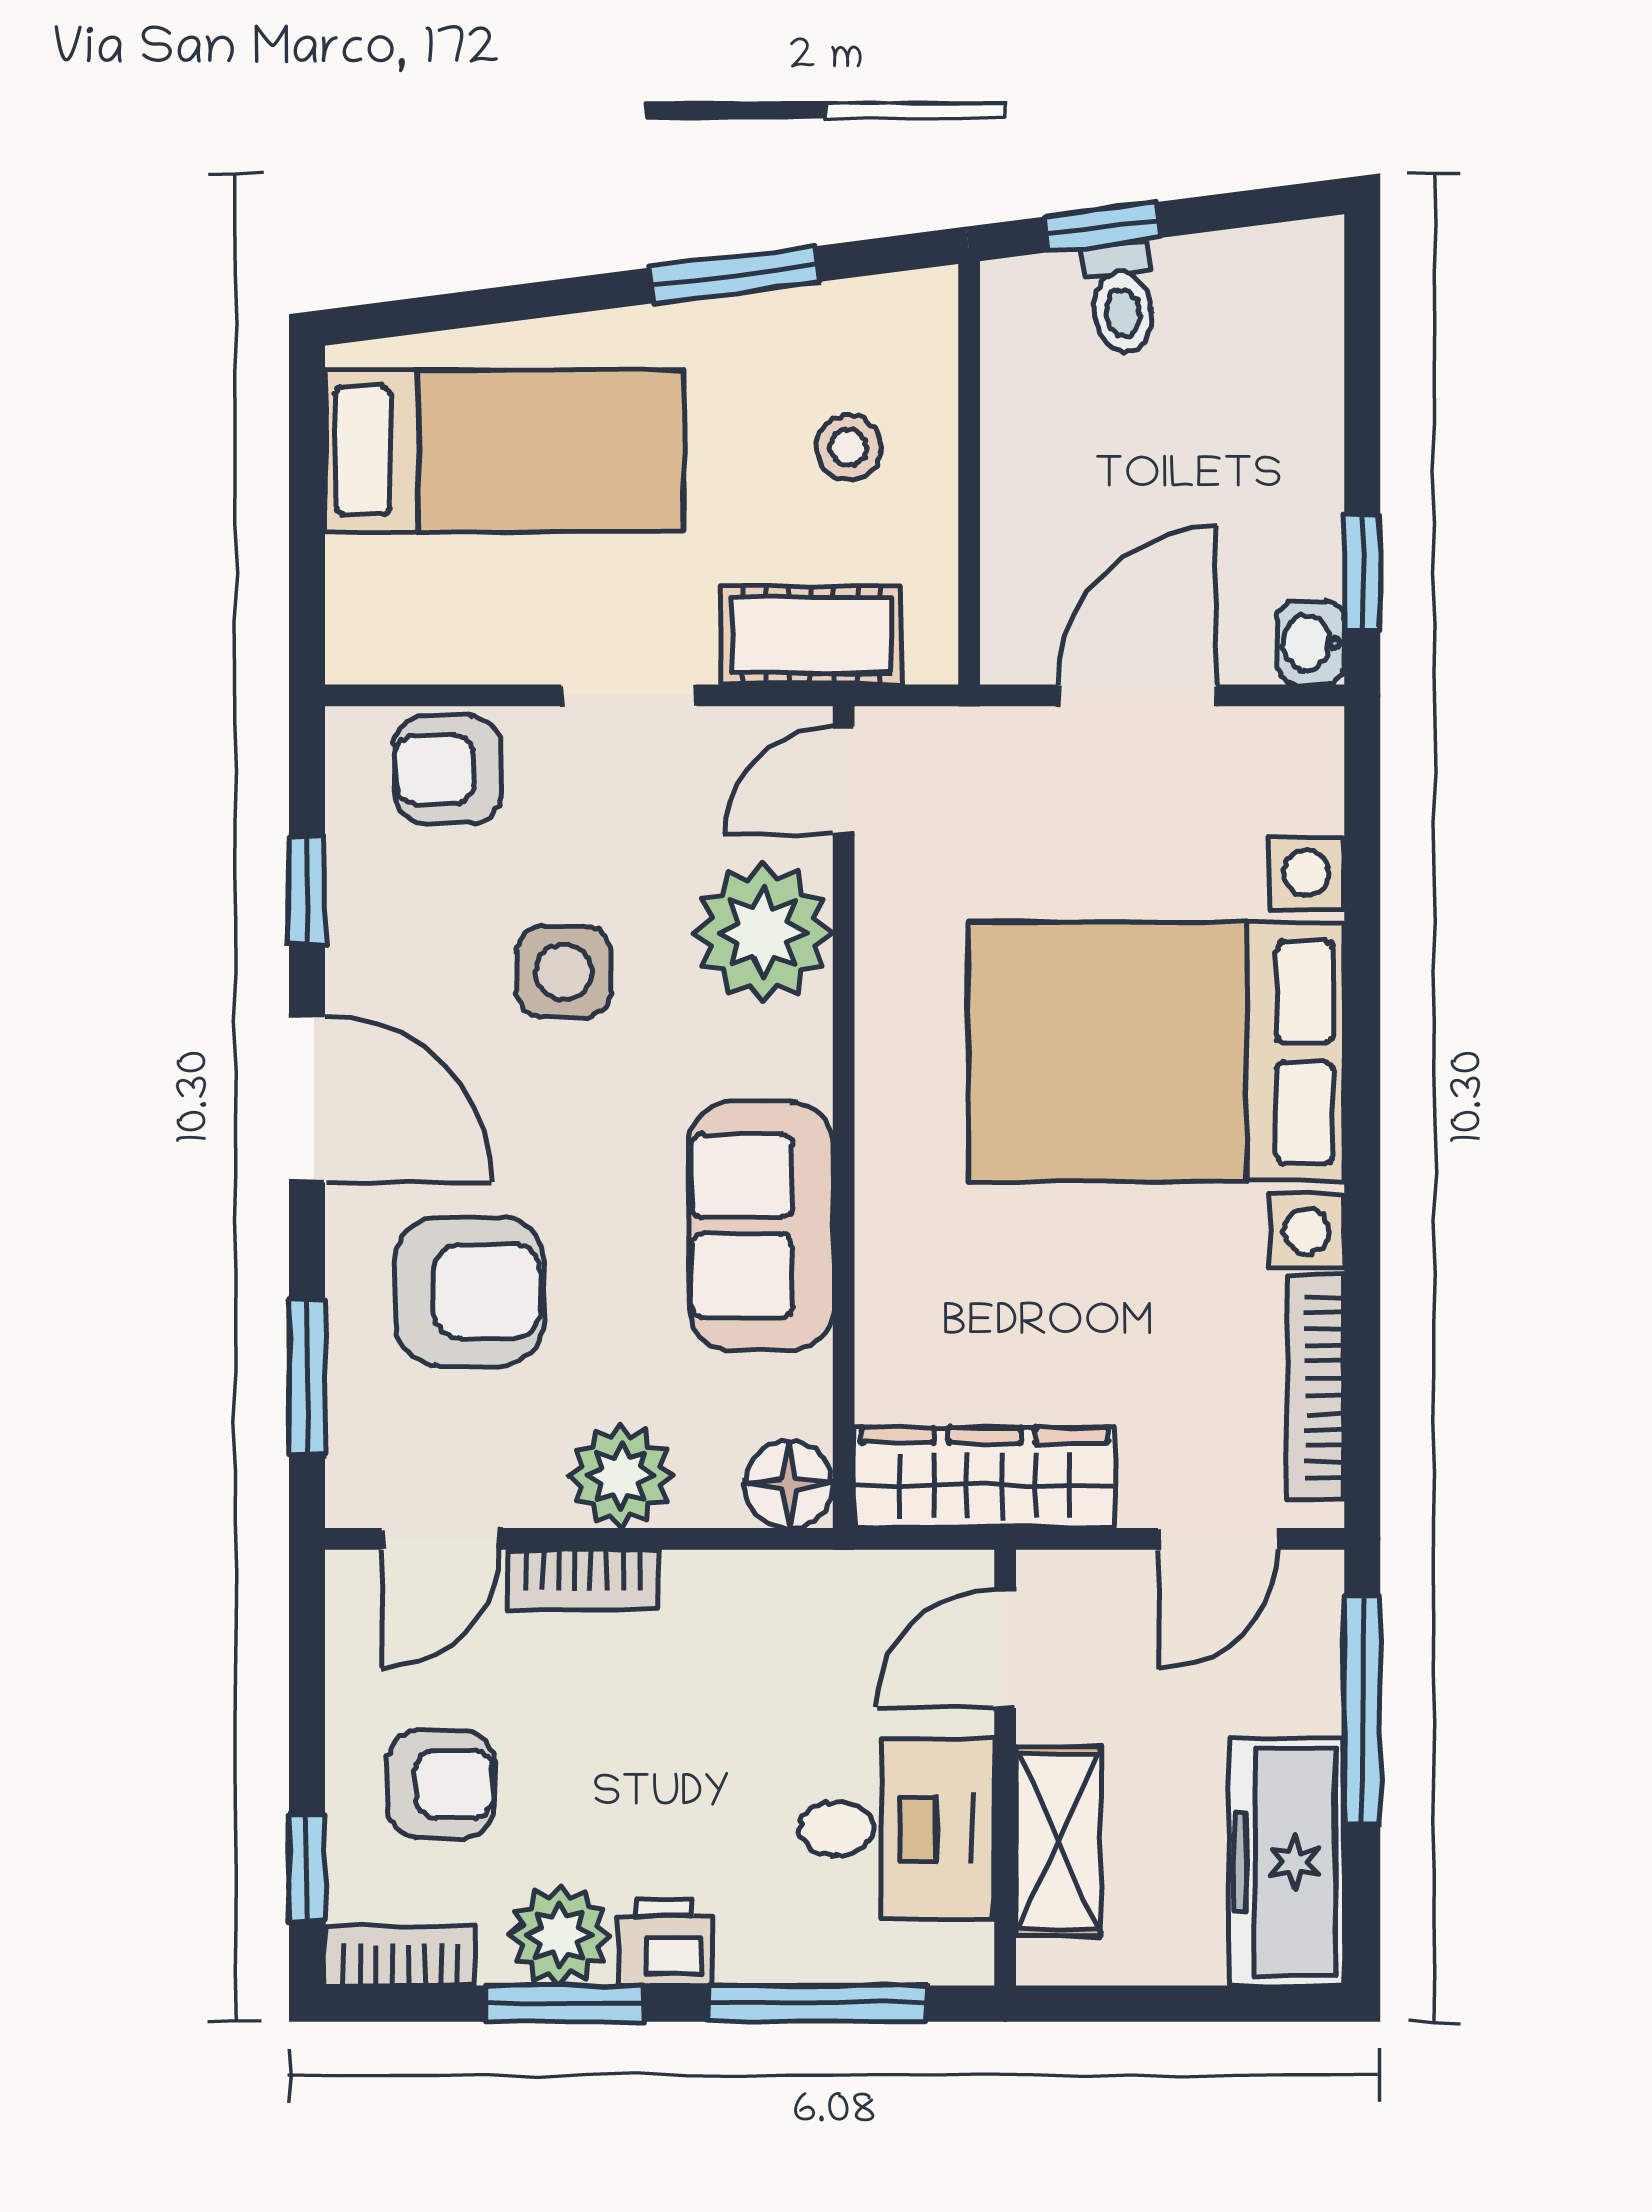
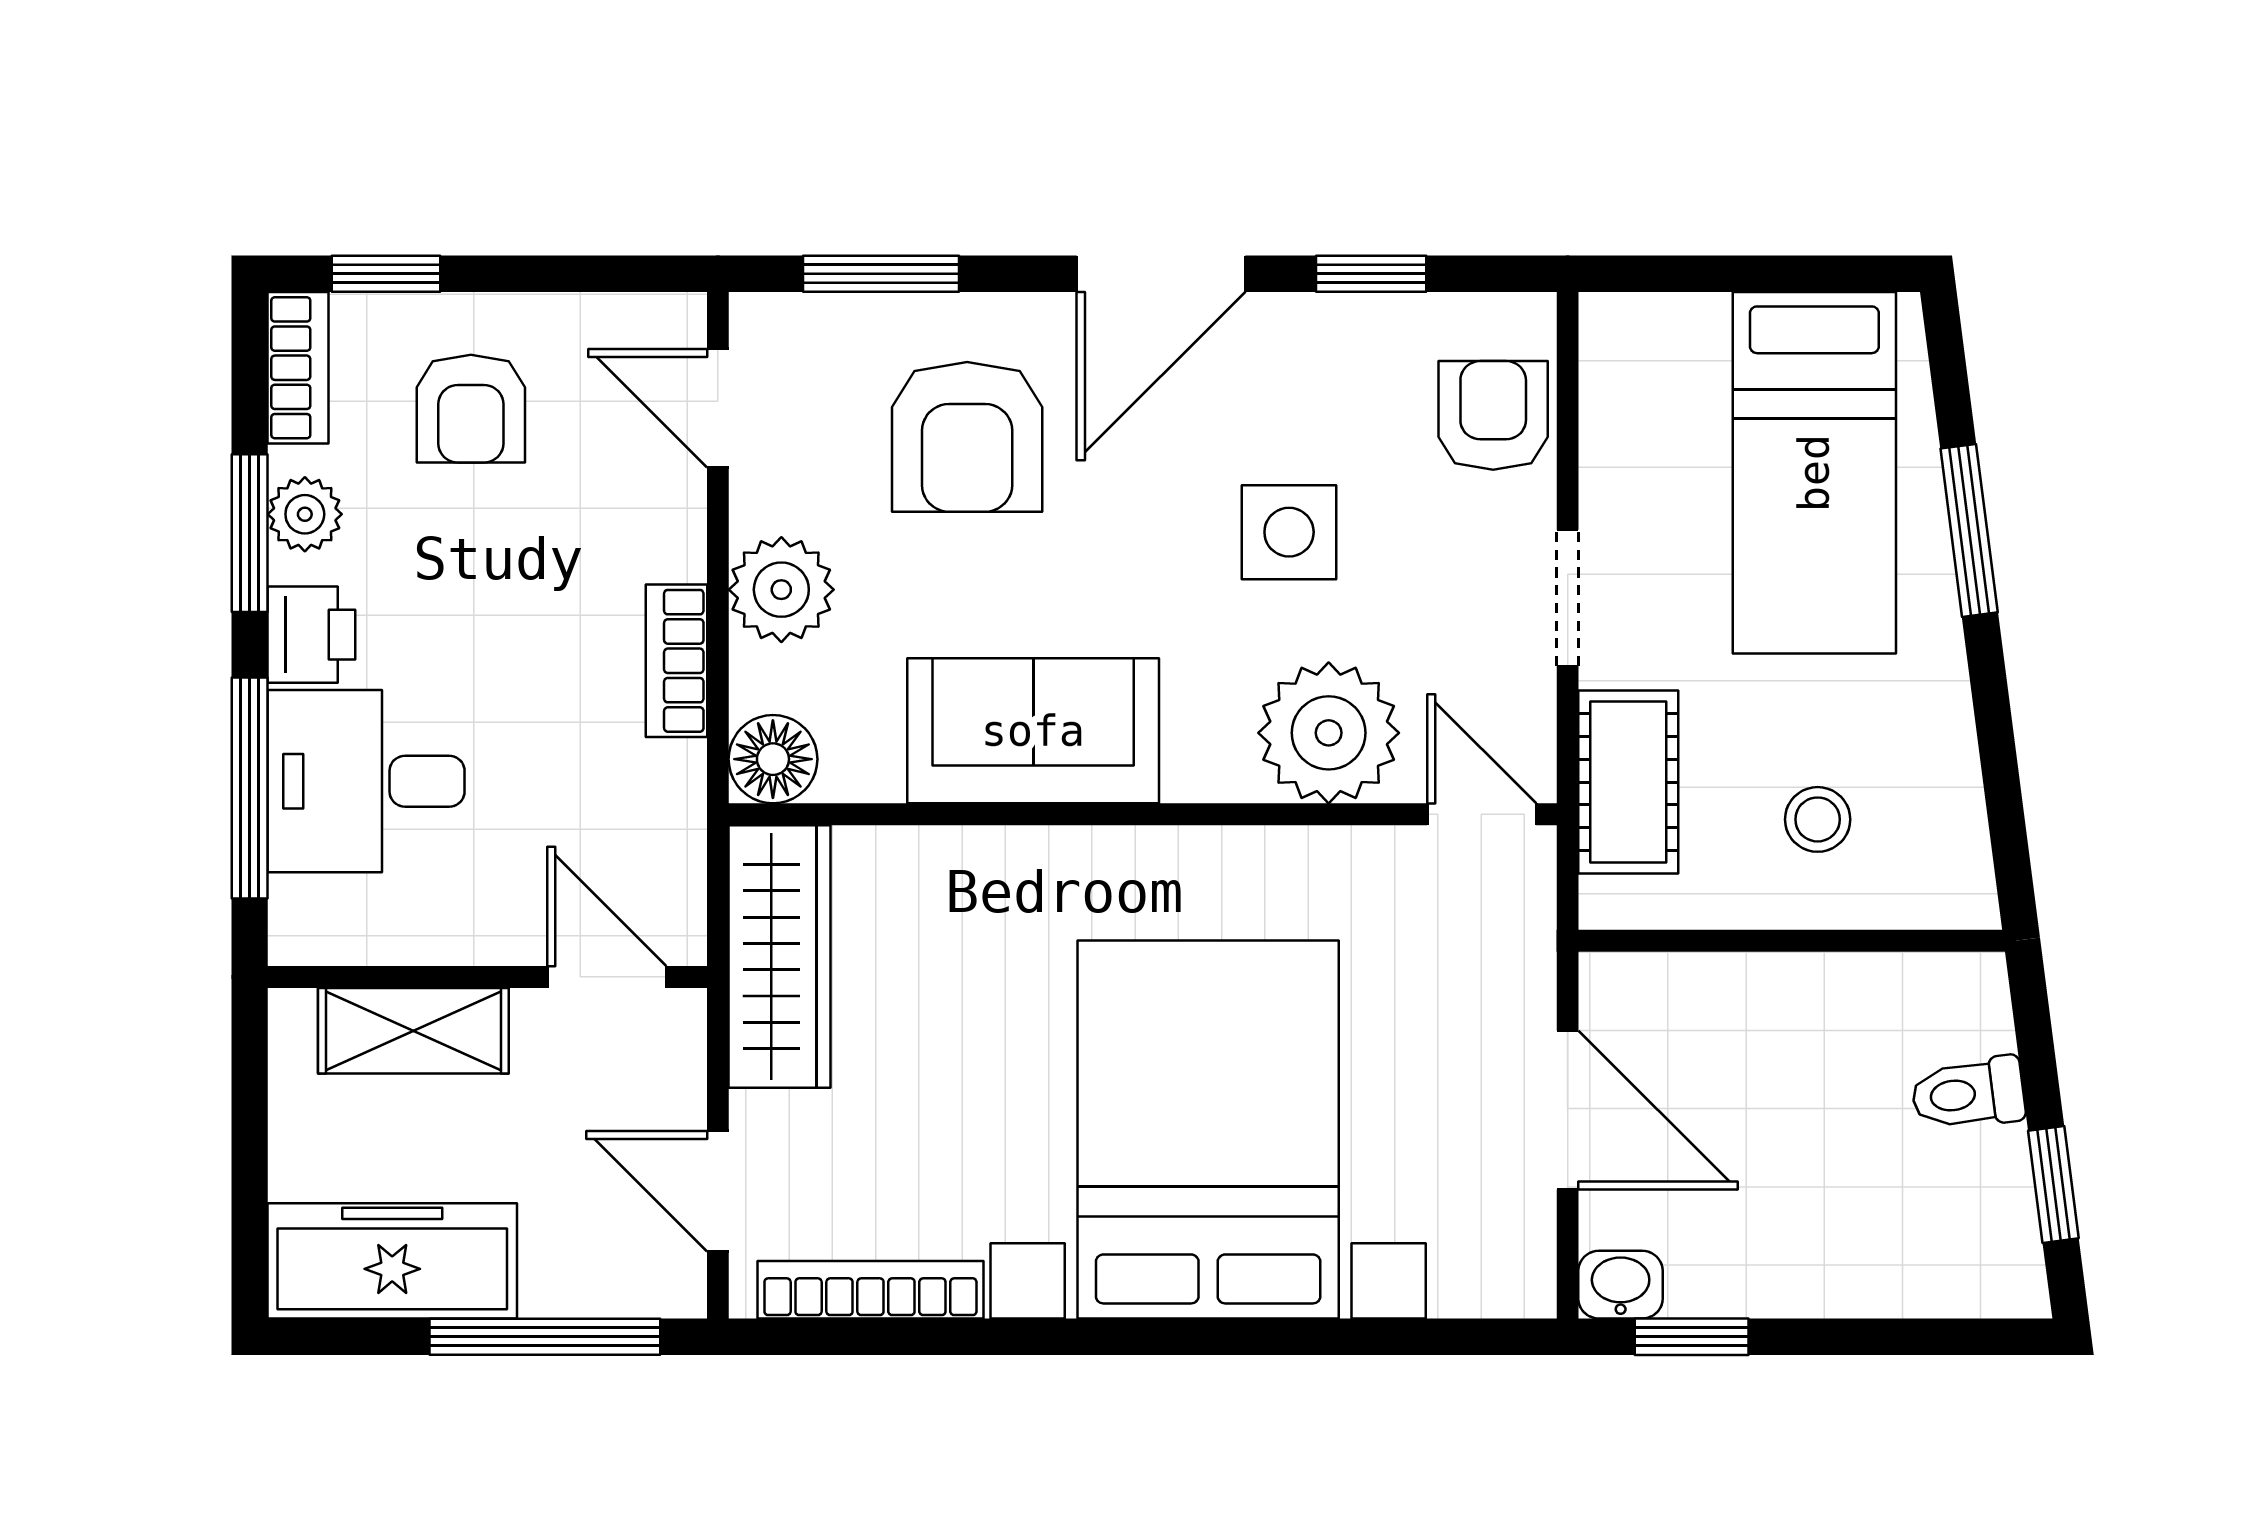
window: (1103, 227) -> (2053, 1185), moved
window: (735, 275) -> (1969, 530), moved
bookcase: (582, 1580) -> (676, 661), moved
desk: (897, 1828) -> (366, 781), moved, turned 90
plant: (560, 1935) -> (305, 514), width x0.73, depth x0.73

